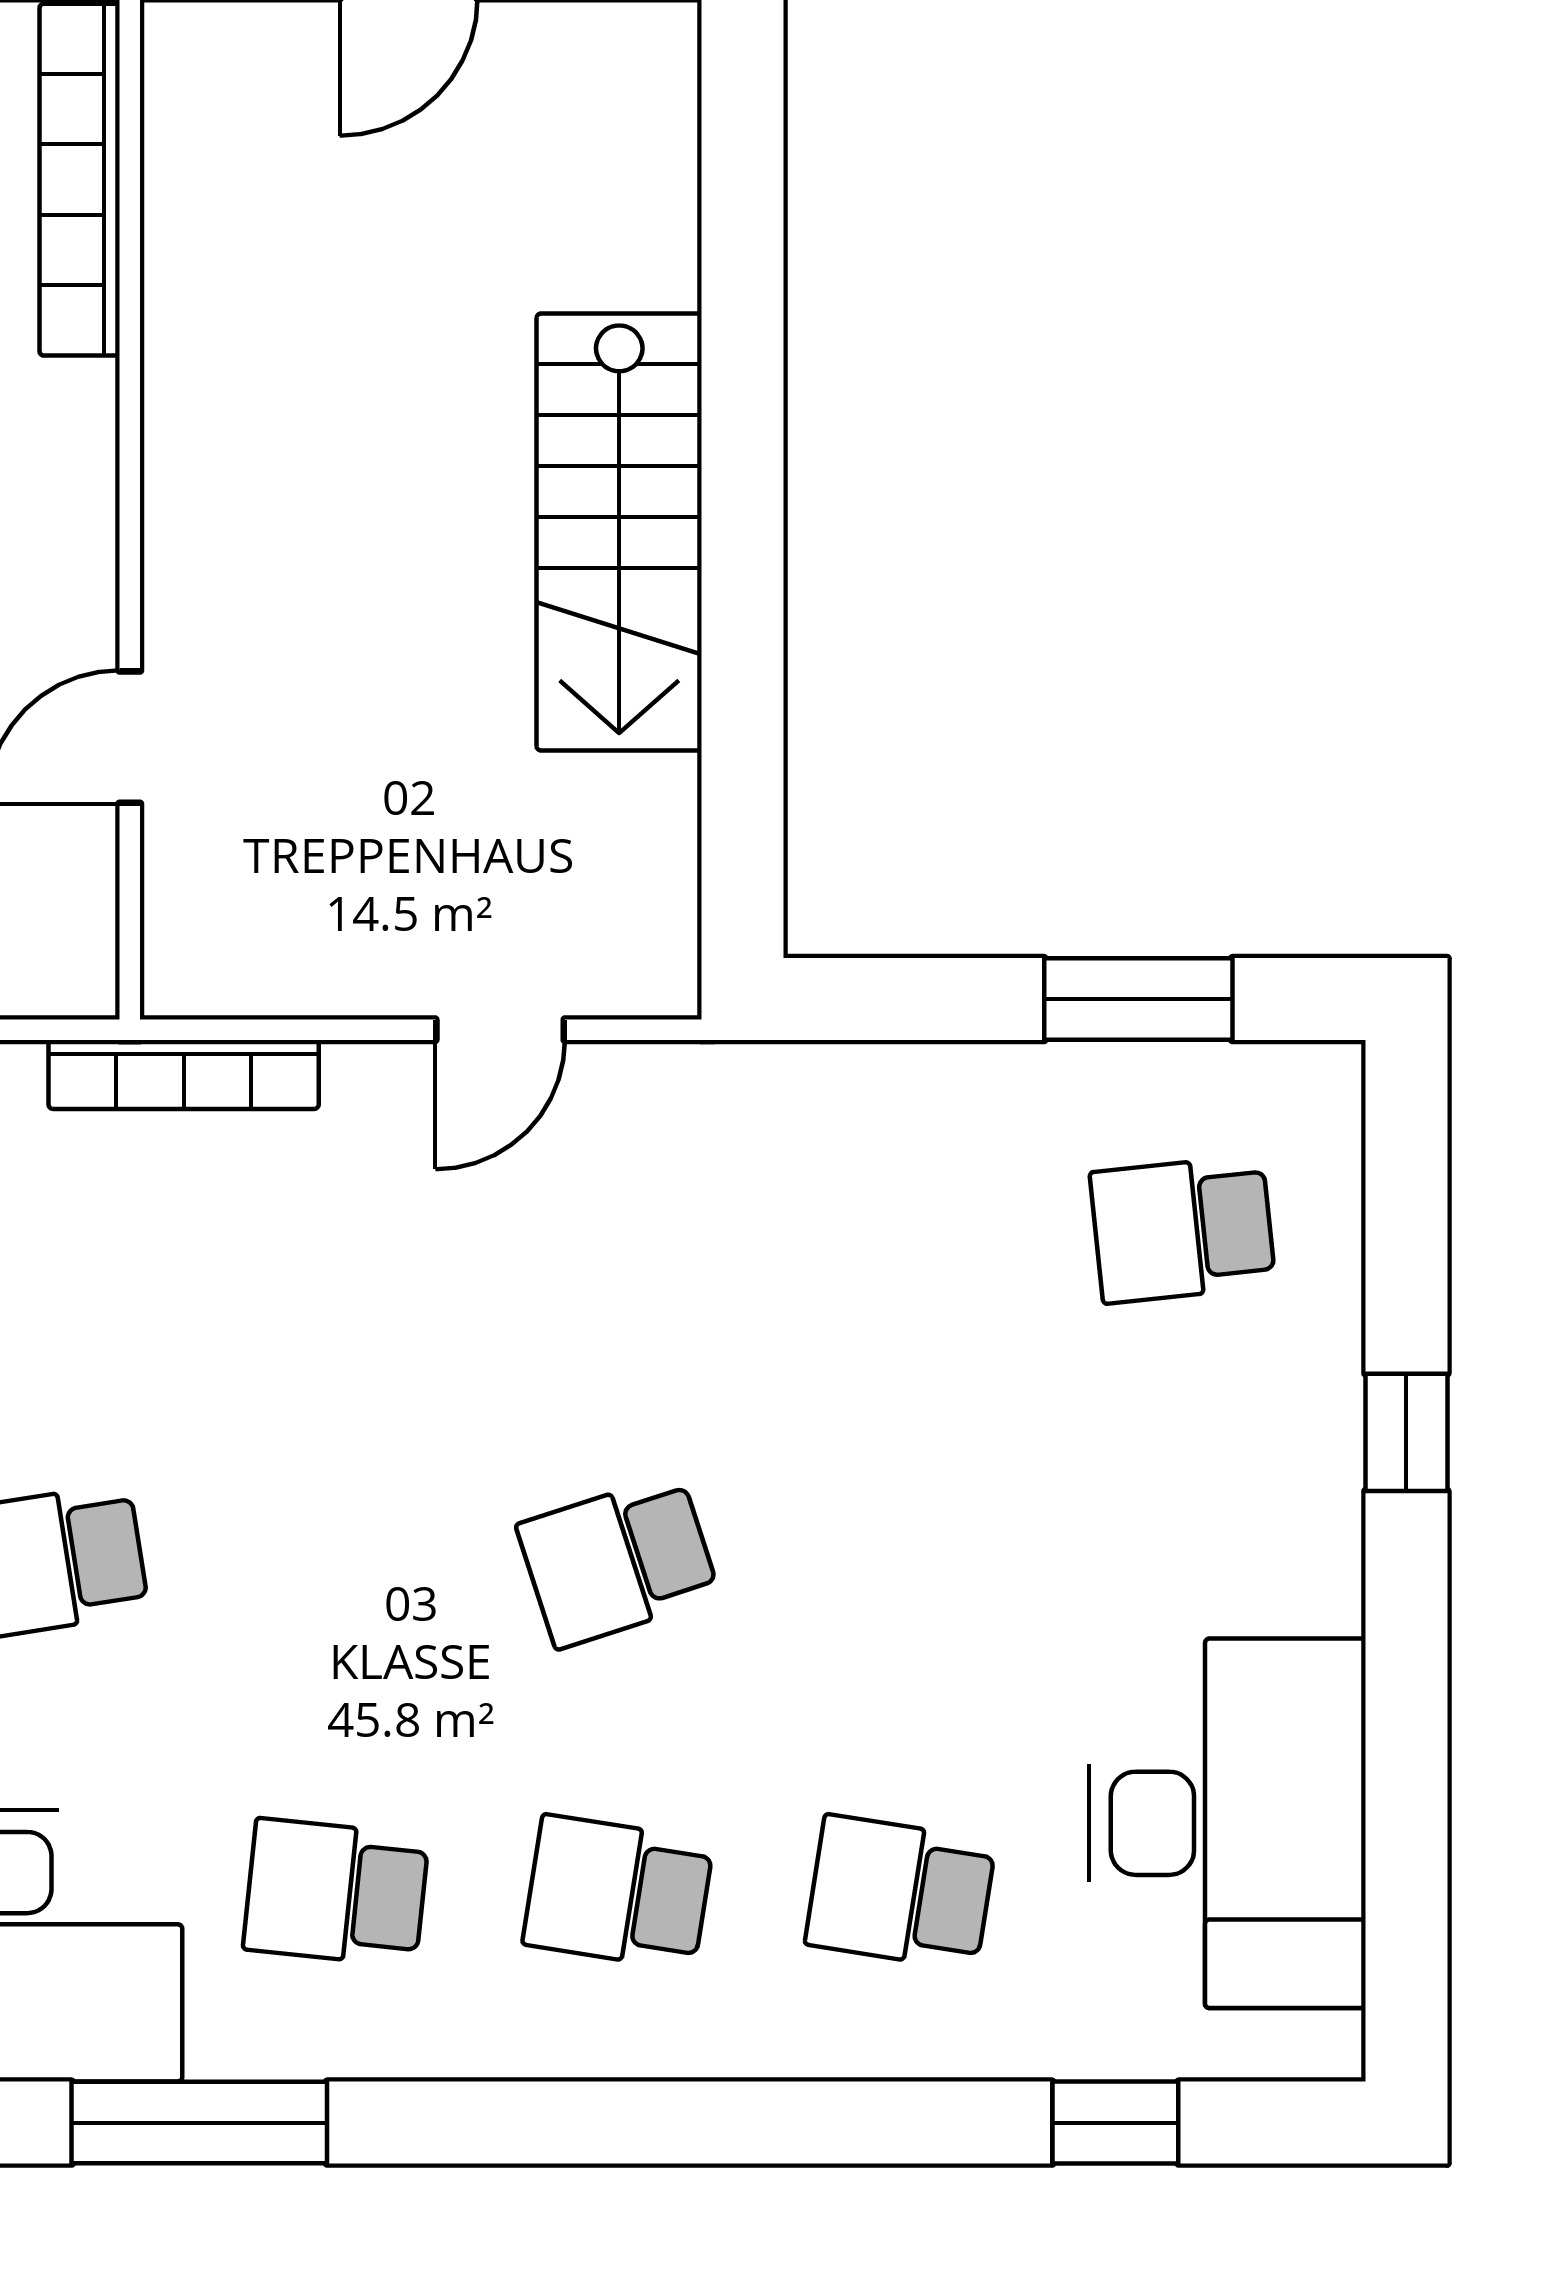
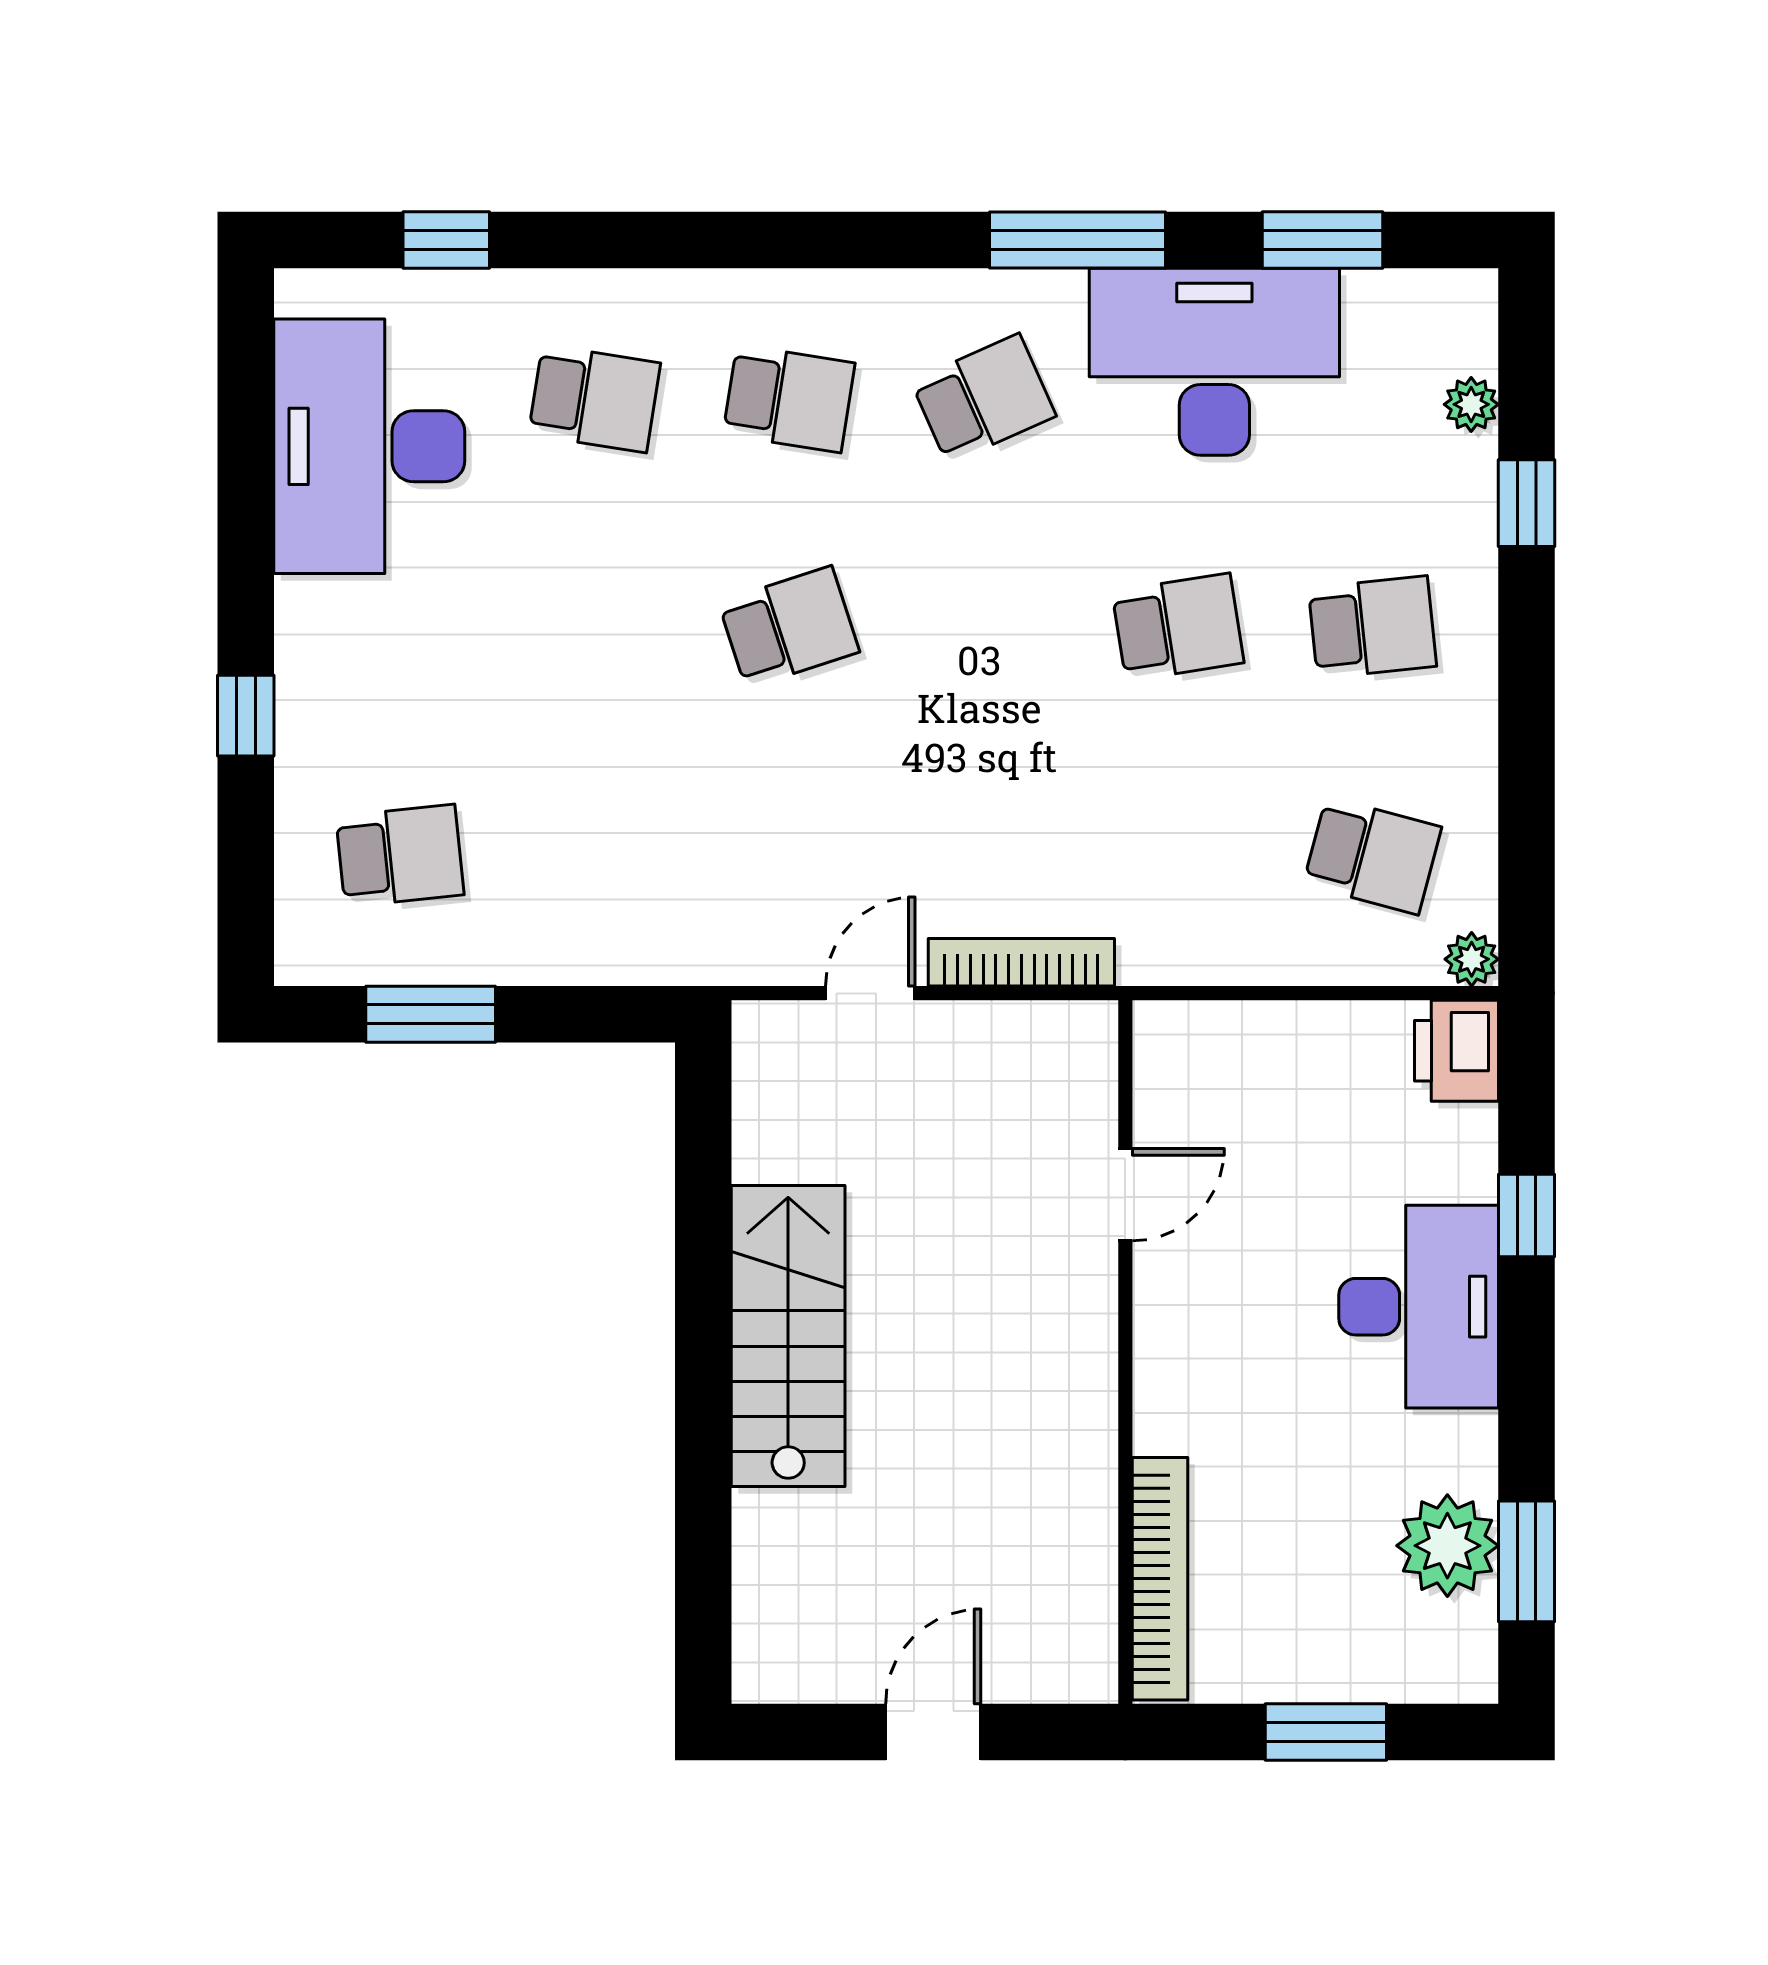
bookcase: (184, 1074) -> (1021, 962), moved
school desk: (336, 1892) -> (983, 399), turned -30

